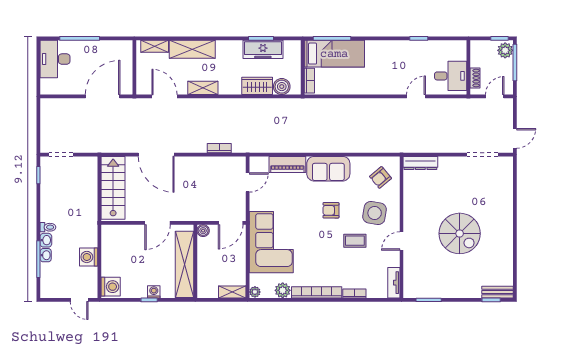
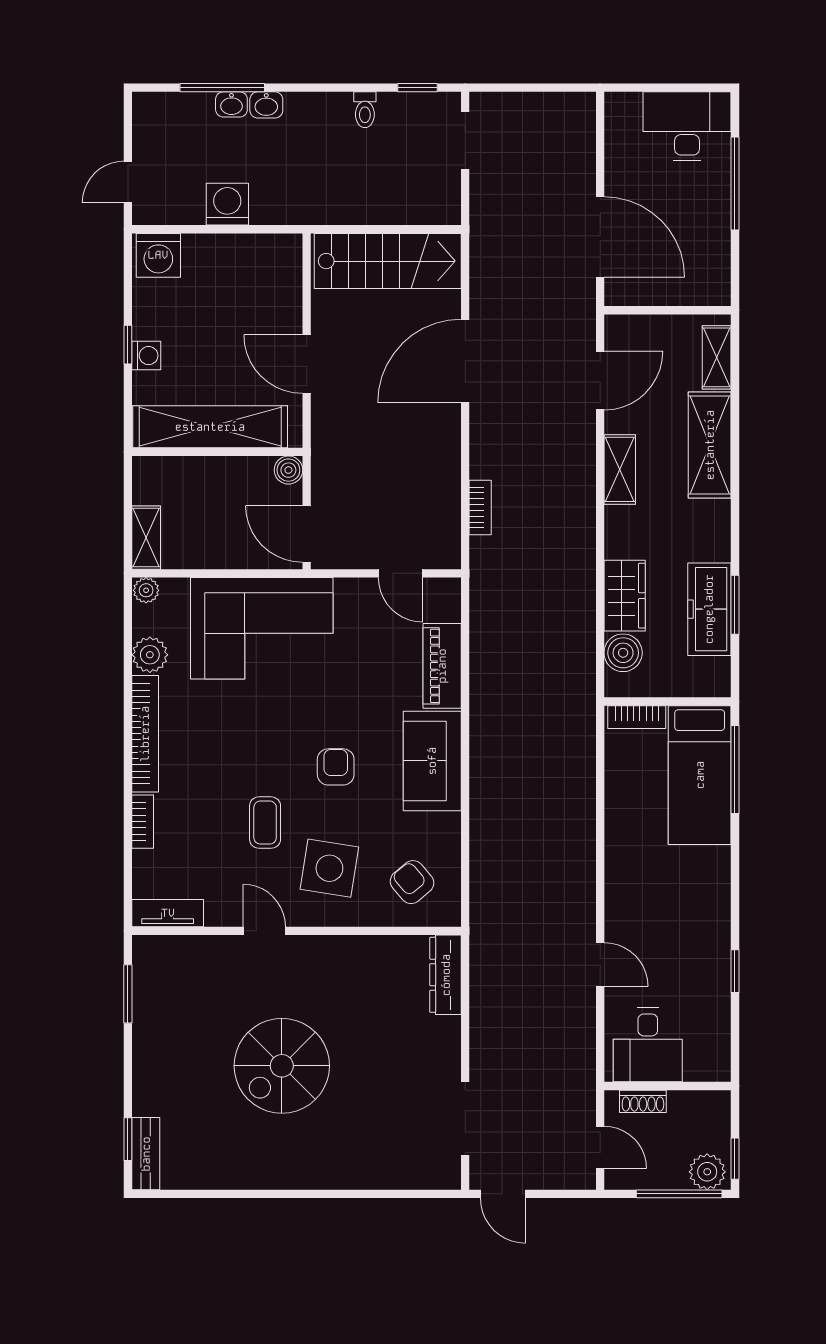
toilet: (48, 227) -> (365, 110), moved

